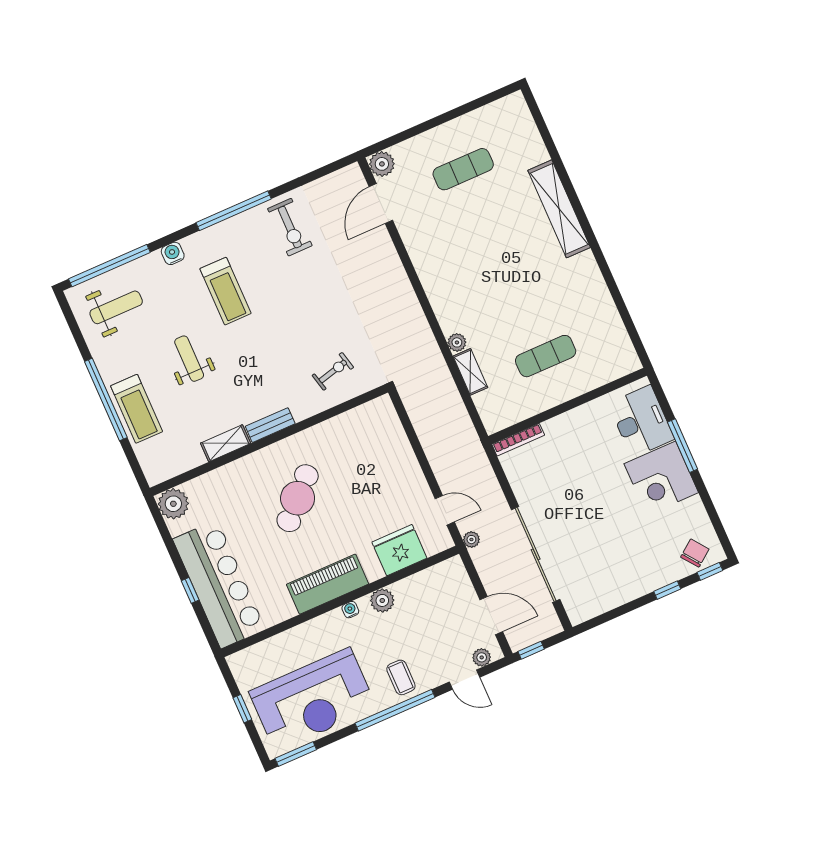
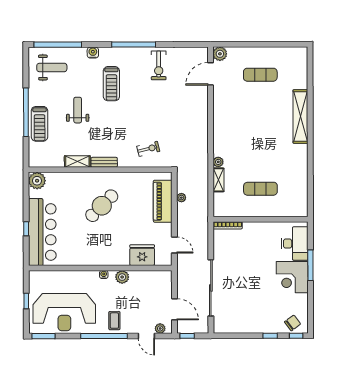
plant: (471, 540) -> (181, 198), moved
piano: (328, 584) -> (163, 201), moved, turned -90

